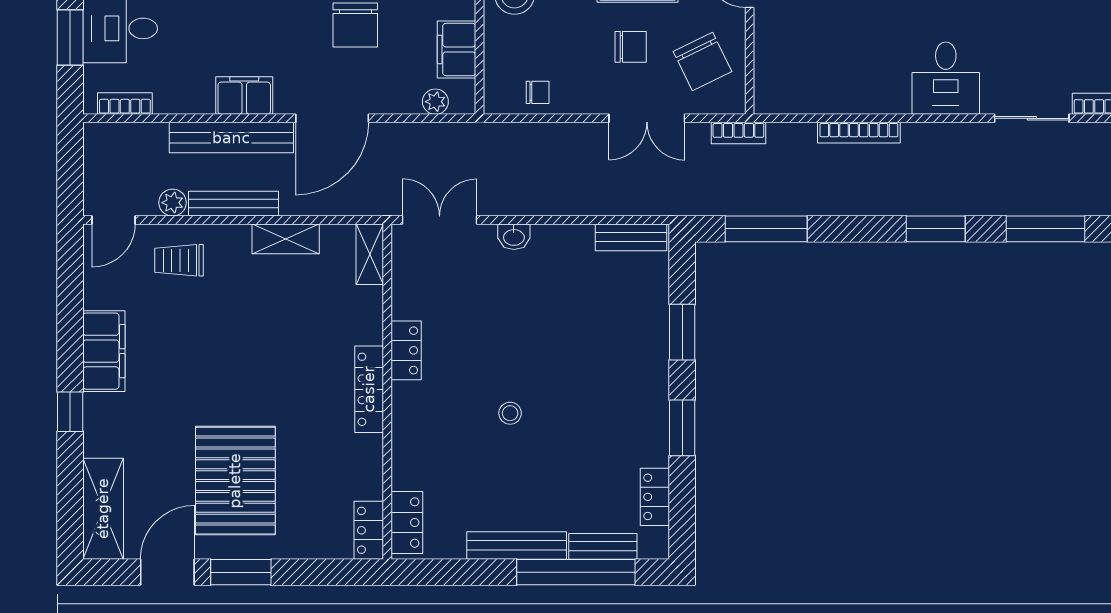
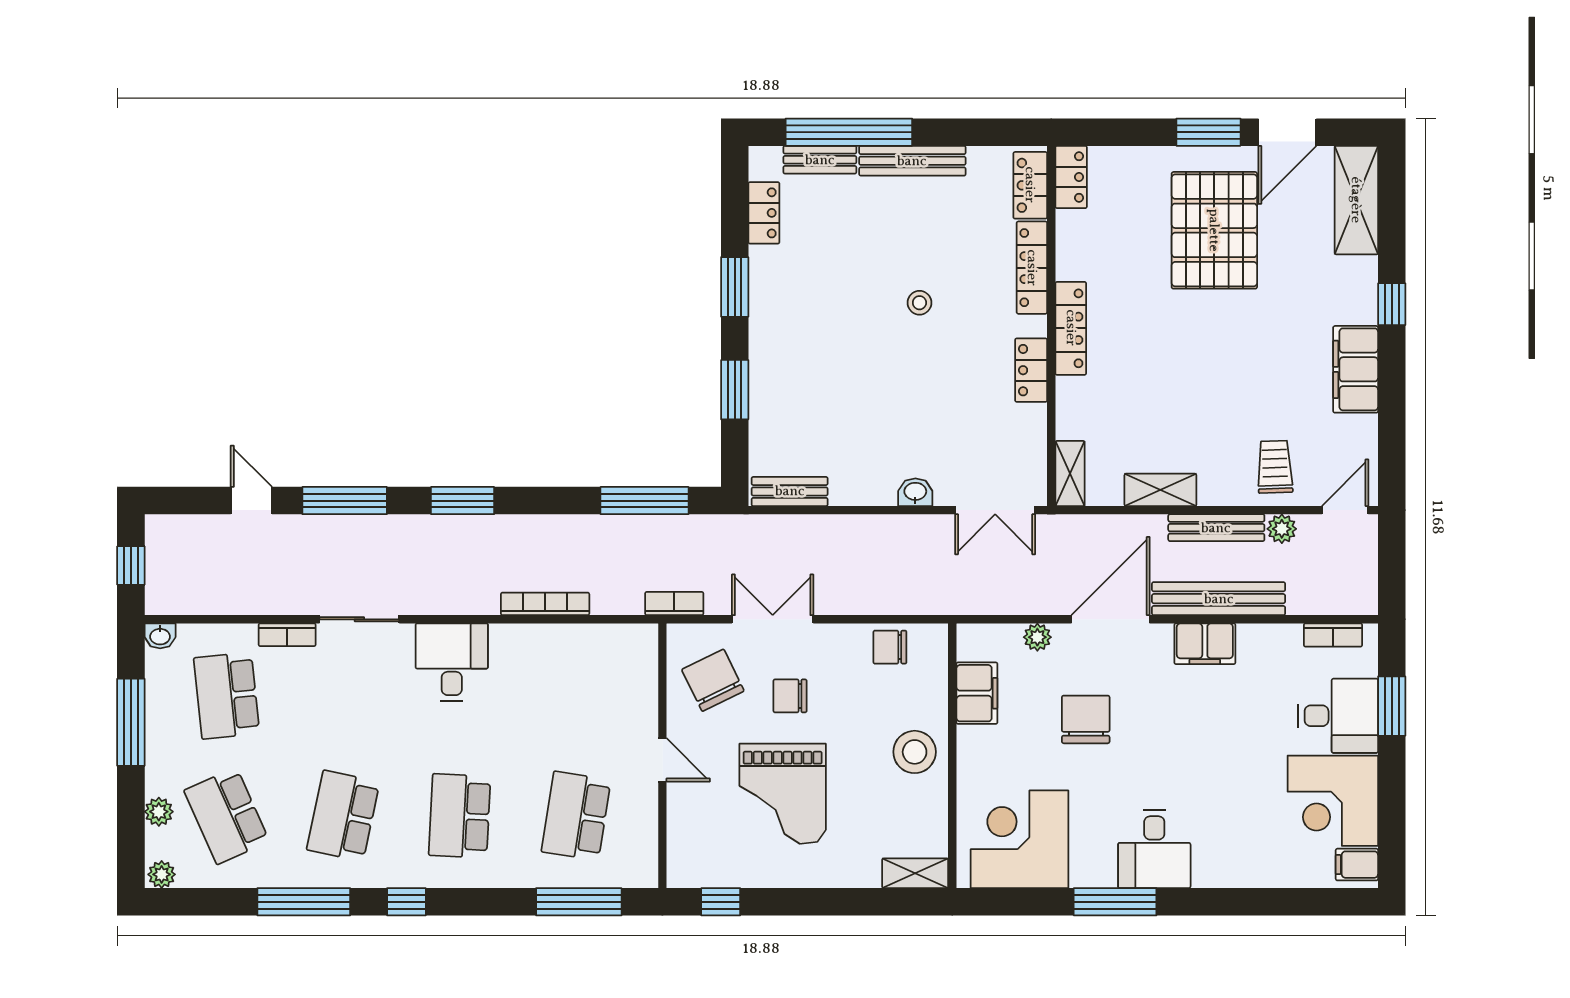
chair: (538, 92) -> (890, 647), width x1.37, depth x1.37
plant: (435, 102) -> (1037, 637), moved
trolley: (179, 260) -> (1275, 467), turned -92
locker: (405, 446) -> (1032, 268), added

